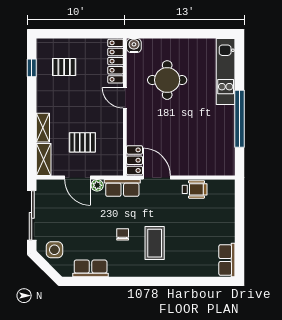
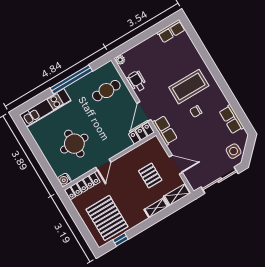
pallet: (64, 67) -> (107, 218), width x2.05, depth x2.00
cafe table: (204, 150) -> (106, 91), added
door: (77, 177) -> (176, 165), hinge flipped
plant: (97, 185) -> (120, 60), moved
coffee table: (155, 243) -> (189, 87), width x1.36, depth x1.32

